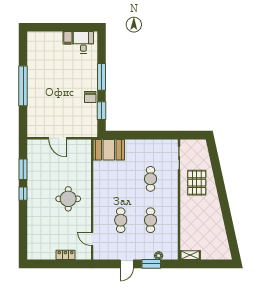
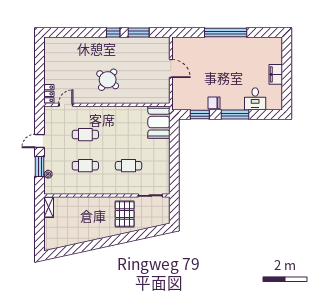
filing cabinet: (68, 38) -> (276, 74), width x2.00
desk: (83, 42) -> (255, 99), moved, turned 90
door: (57, 138) -> (171, 68), swing flipped
pallet: (197, 183) -> (125, 214), turned 90
round table: (68, 199) -> (108, 80), turned 38
locker: (65, 255) -> (49, 94), moved
door: (127, 264) -> (40, 141), hinge flipped

